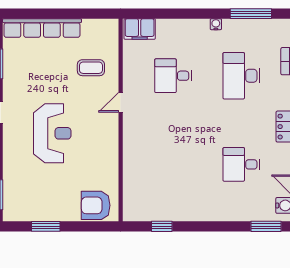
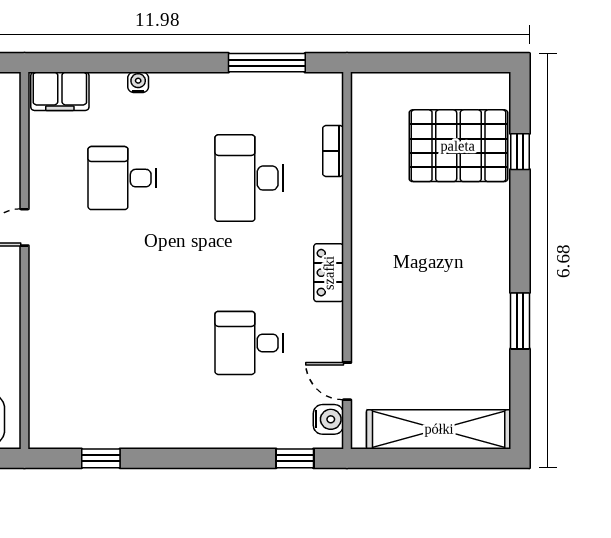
water cooler: (216, 24) -> (138, 82), moved
window: (266, 226) -> (295, 458), width x0.67

